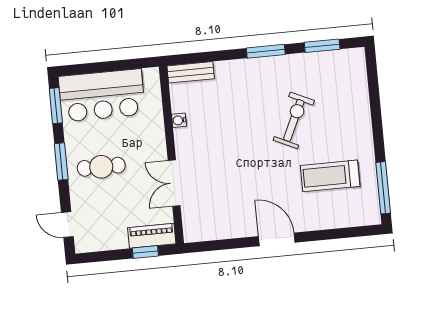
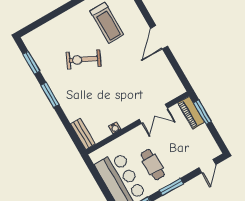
cafe table: (101, 167) -> (153, 165), moved
window: (145, 252) -> (202, 112), width x1.50

